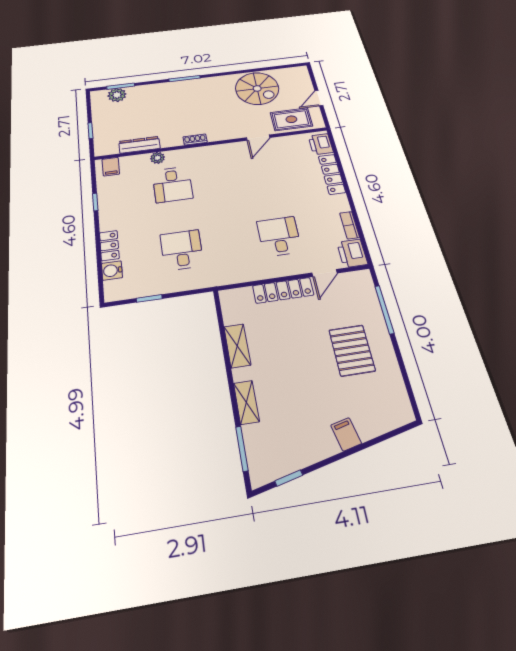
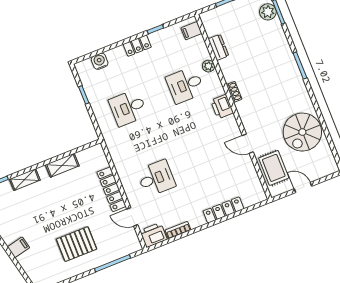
printer: (321, 144) -> (222, 107), moved, turned -90
dresser: (139, 145) -> (218, 47), width x0.70
locker: (109, 246) -> (137, 46), moved
desk: (182, 250) -> (128, 108), turned 180

